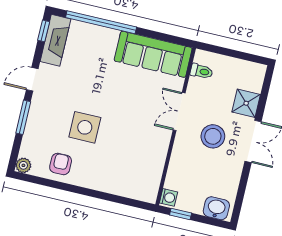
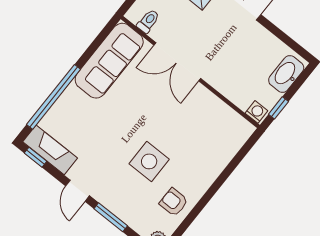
double door: (179, 111) -> (177, 62), width x1.37
stool: (213, 136) -> (217, 40), removed
washbasin: (216, 208) -> (286, 74), width x1.38

